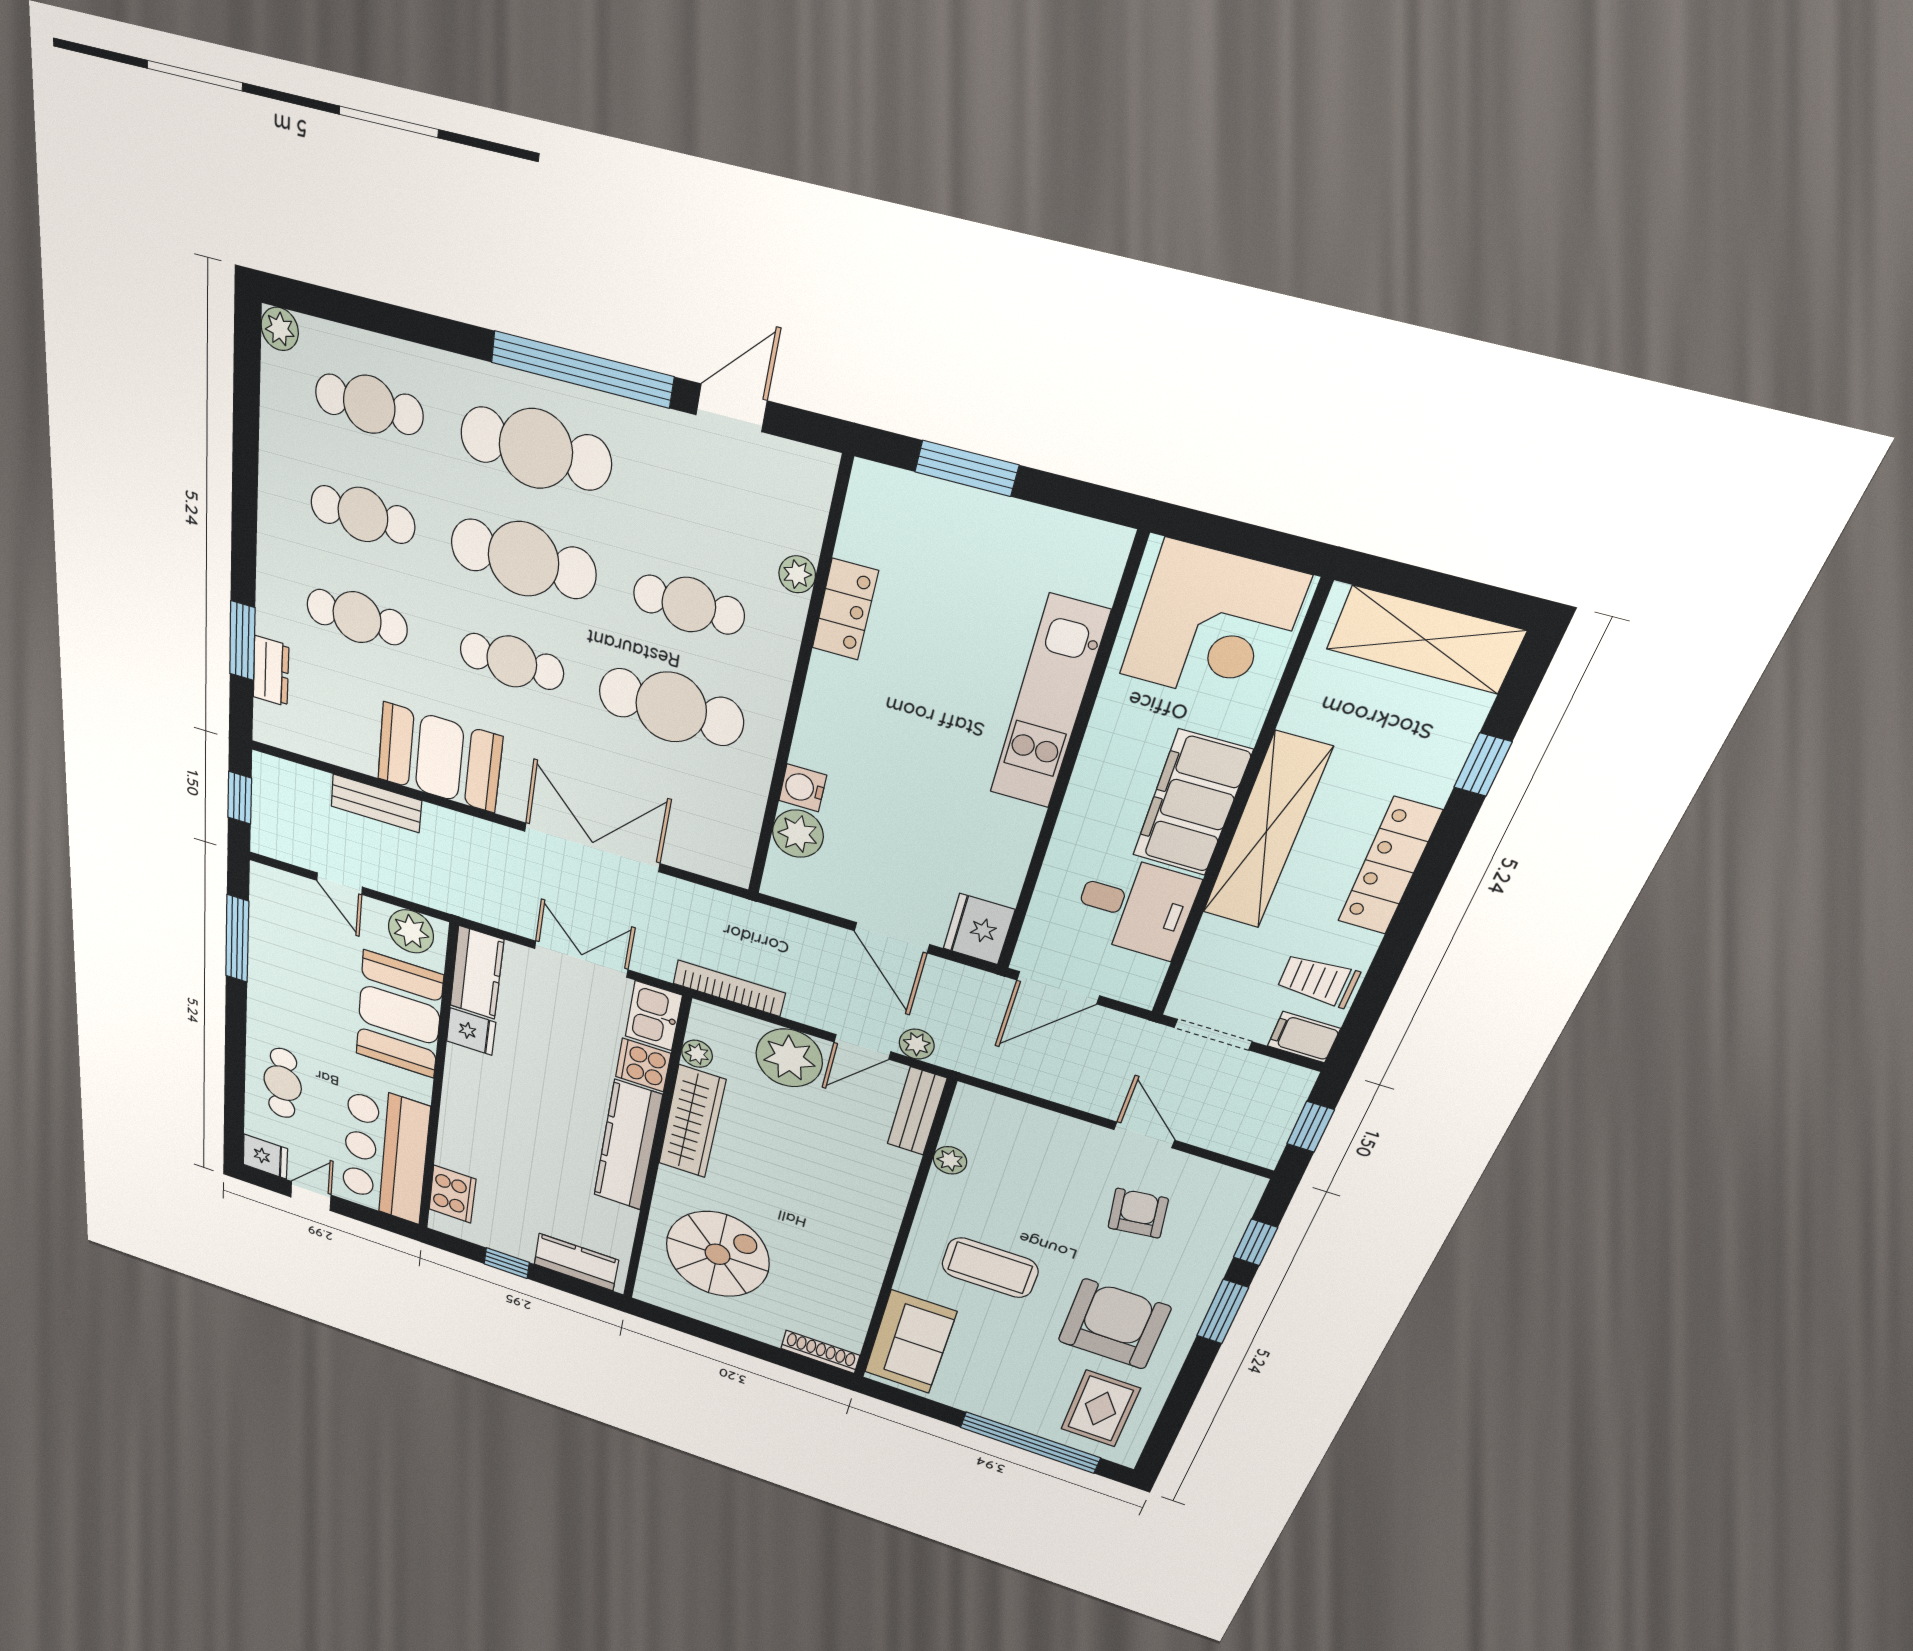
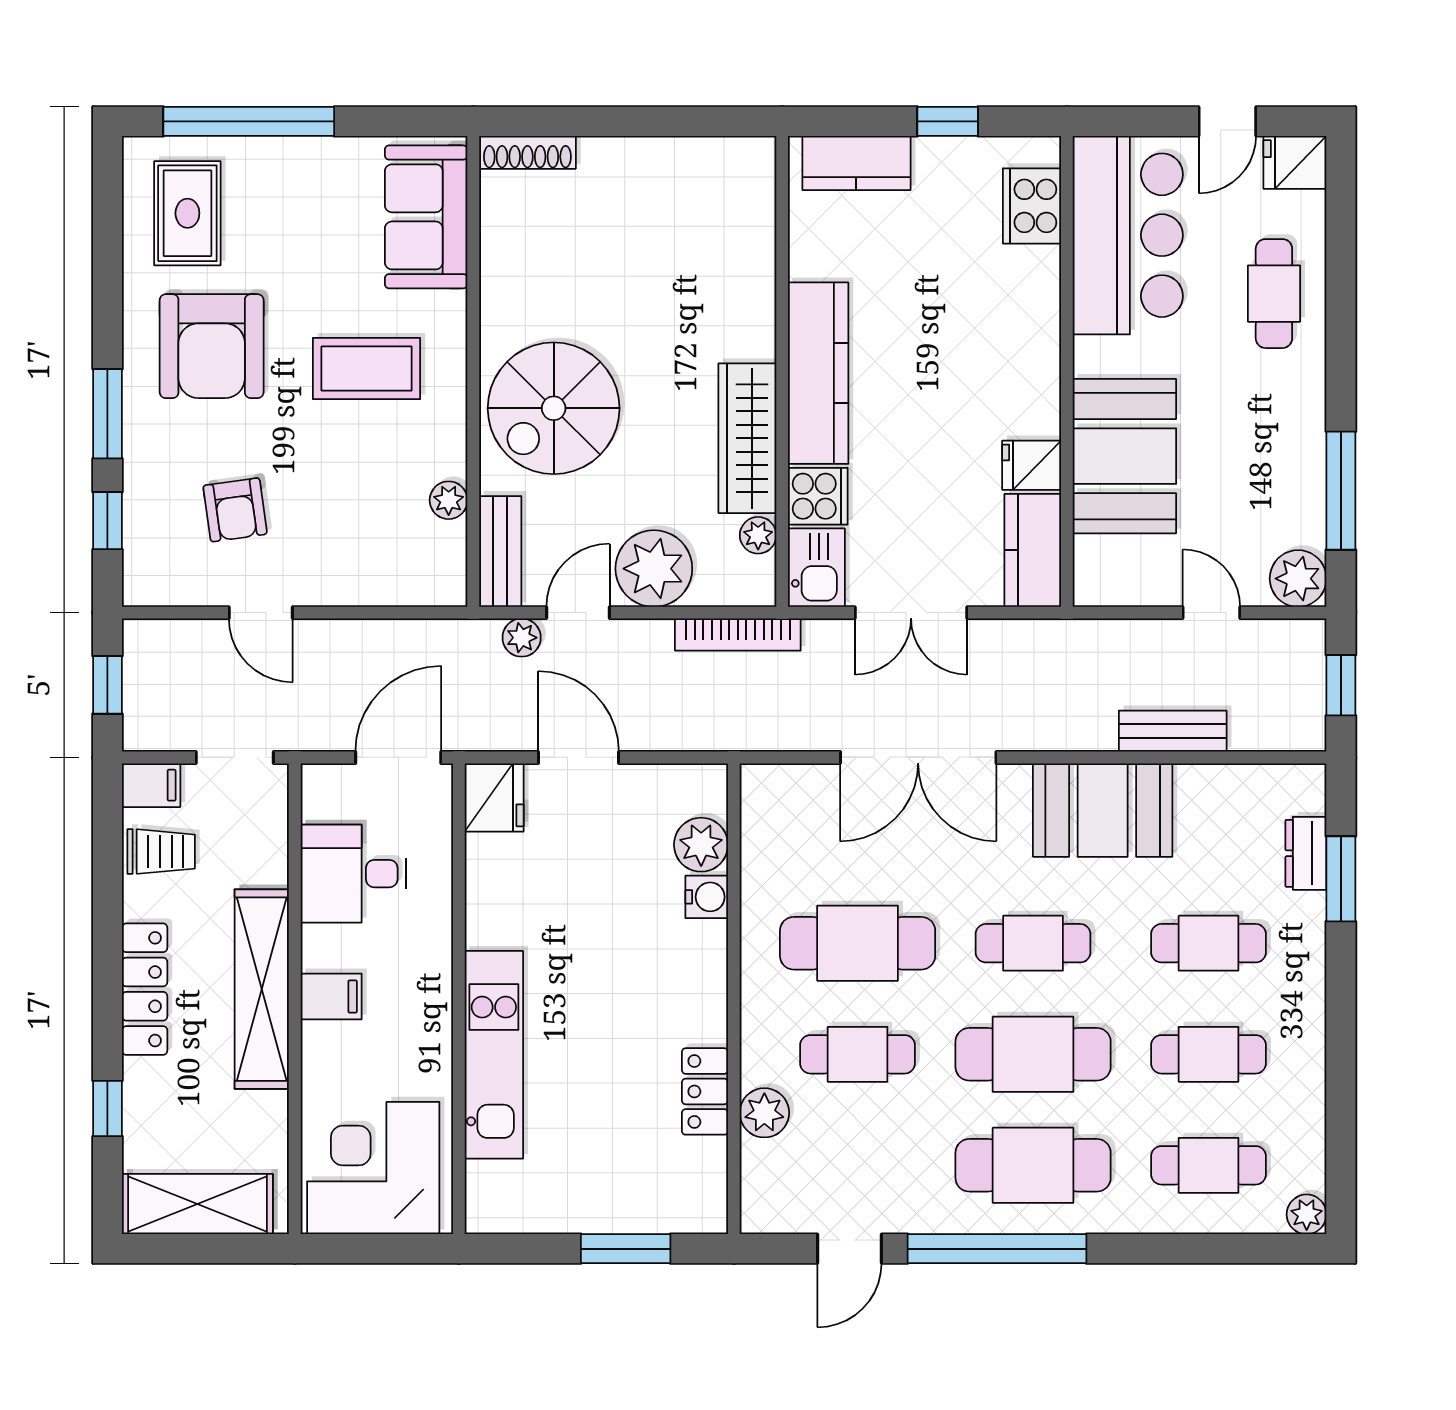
plant: (797, 574) -> (764, 1113), width x1.38, depth x1.38
filing cabinet: (1192, 803) -> (331, 996), width x0.33, depth x0.86
plant: (411, 931) -> (1298, 579), moved
spiral stairs: (717, 1254) -> (554, 408), moved

